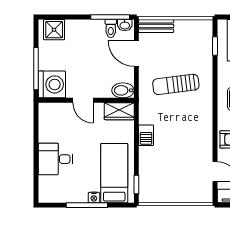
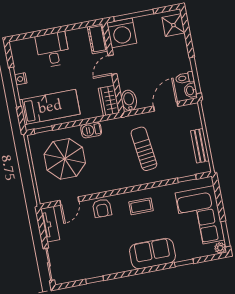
bench: (156, 26) -> (200, 146), moved
cot: (53, 111) -> (97, 39), added
parasol: (171, 168) -> (65, 159), added
nightstand: (94, 198) -> (21, 79), moved

